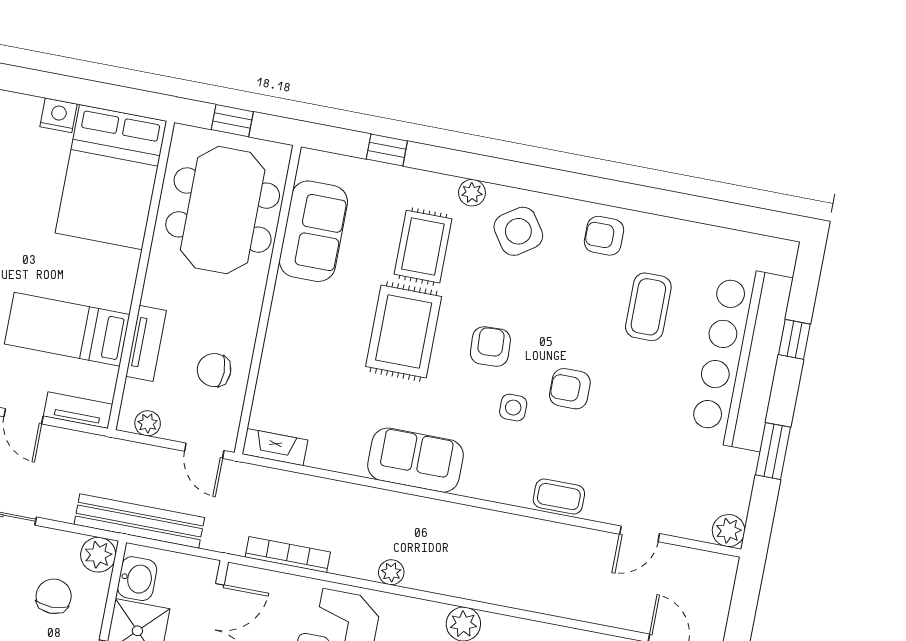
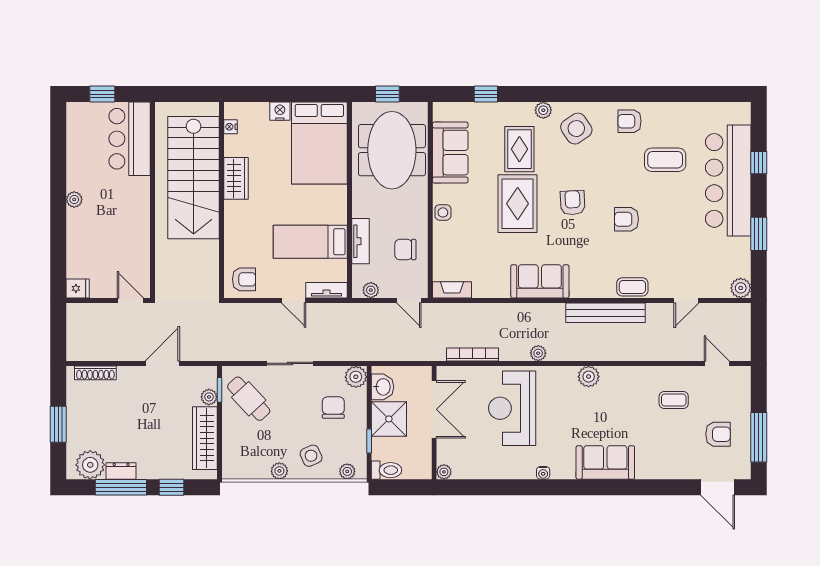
coffee table: (648, 307) -> (665, 160), turned 90
side table: (513, 408) -> (443, 212), moved
bench: (139, 521) -> (605, 313), moved

